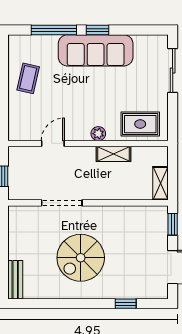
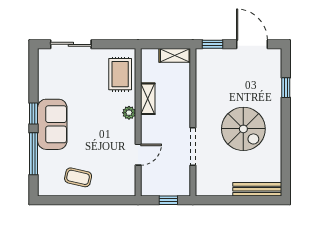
sofa: (96, 50) -> (52, 124), width x0.73
door: (53, 143) -> (138, 155), swing flipped
bench: (15, 280) -> (257, 189), width x1.36

